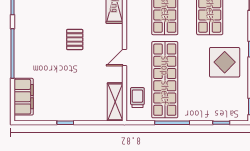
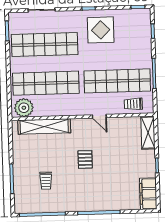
pallet: (75, 40) -> (85, 159), turned 90
filing cabinet: (24, 97) -> (148, 194), moved, turned -90
shelving: (115, 102) -> (148, 133), moved, turned 90

